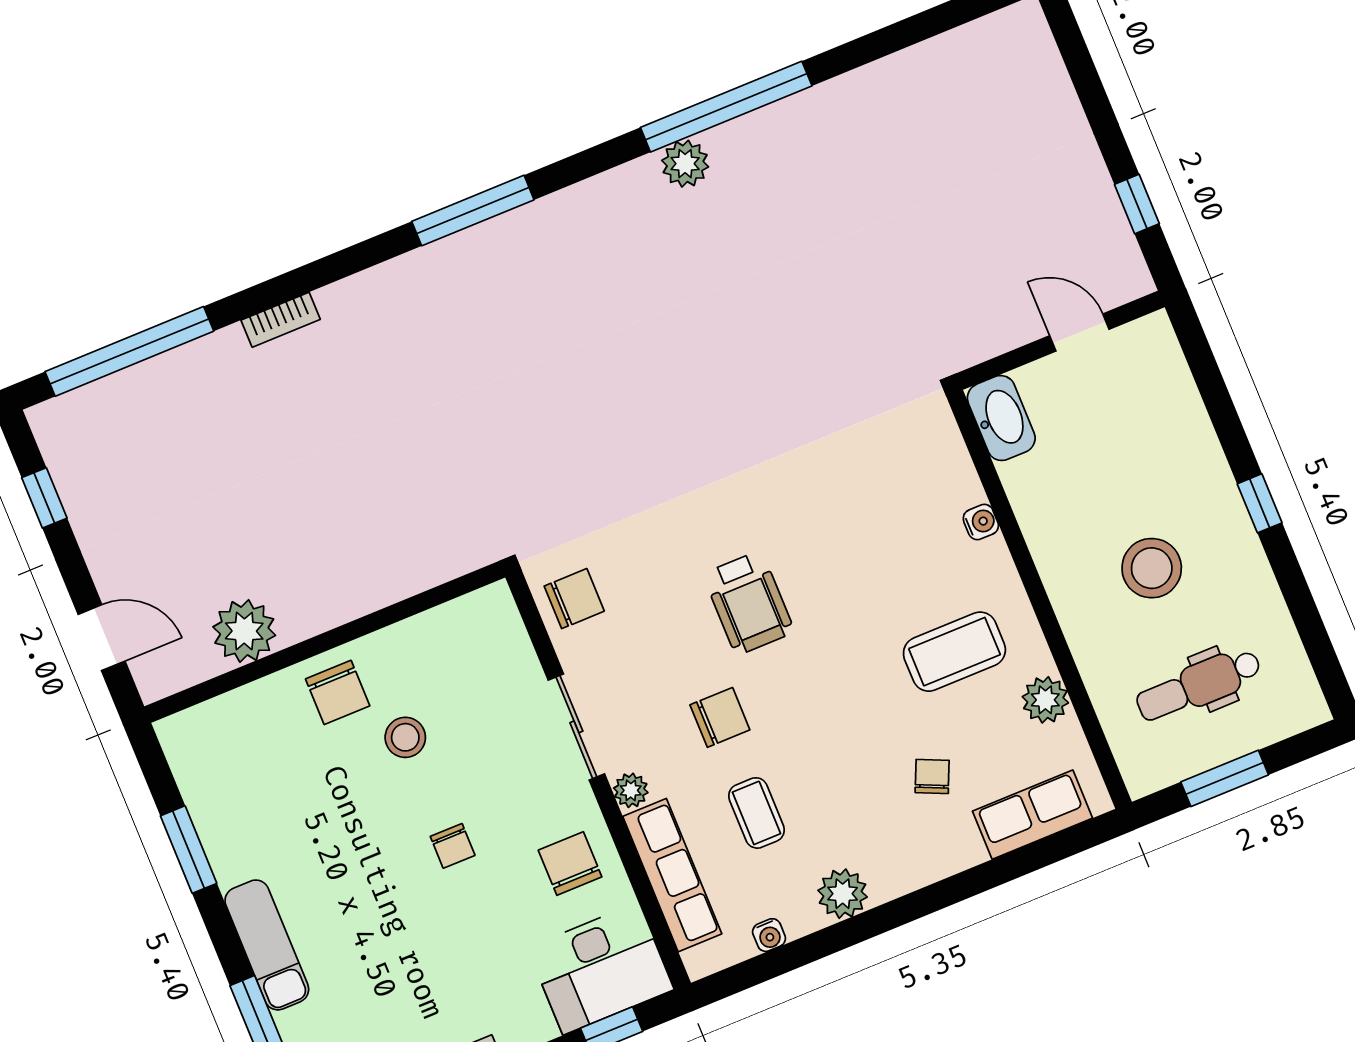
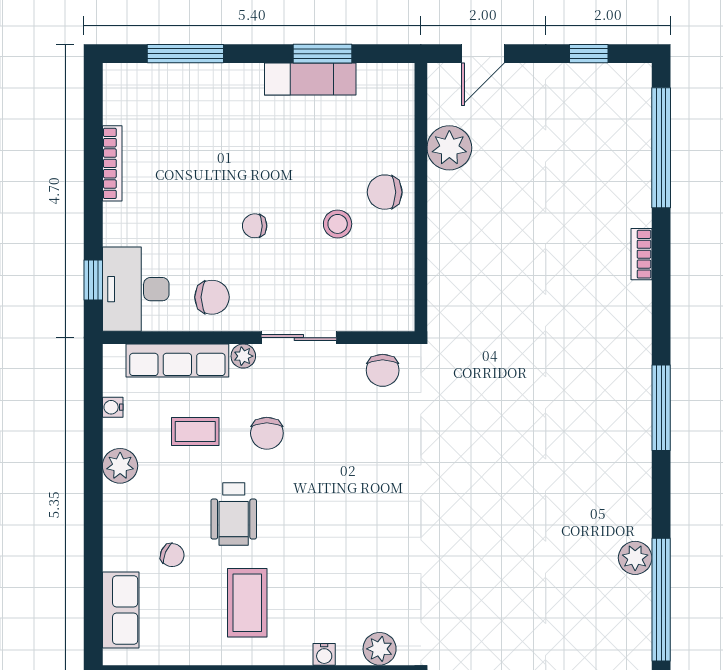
wheelchair: (749, 603) -> (234, 514), moved, turned -90
plant: (1045, 700) -> (380, 649), moved
exam couch: (267, 945) -> (310, 79), moved

